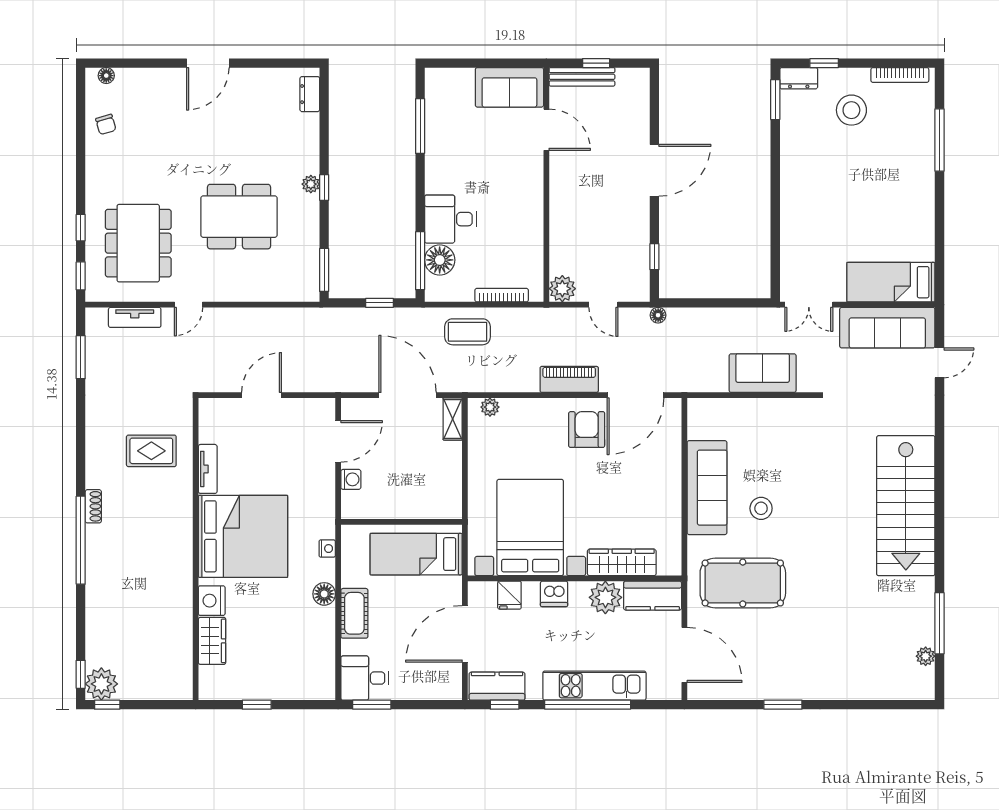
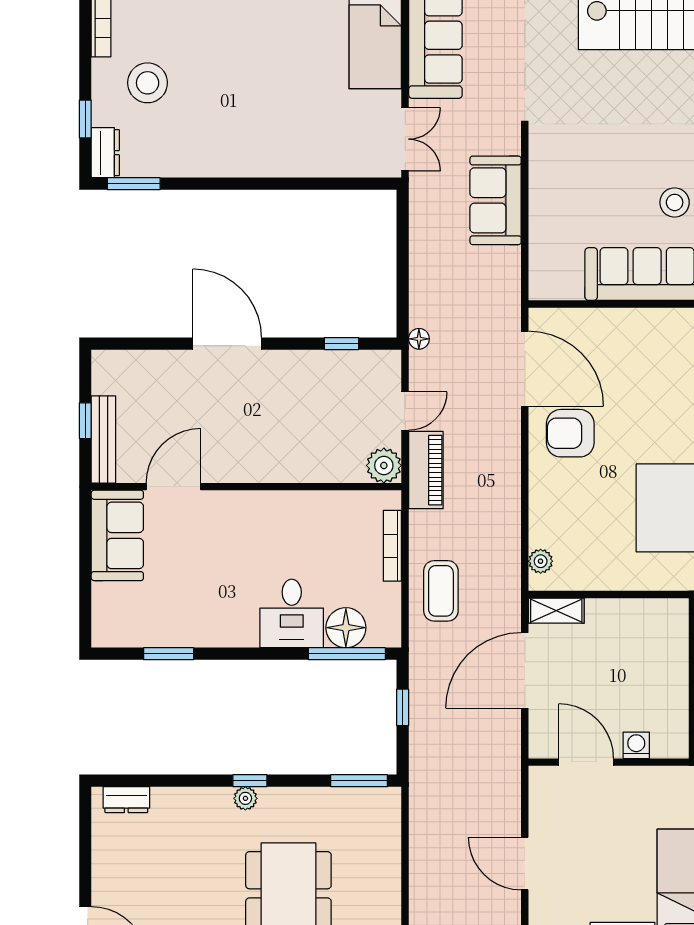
window: (420, 126) -> (169, 654), width x0.69
piano: (569, 379) -> (426, 470), moved, turned 180

